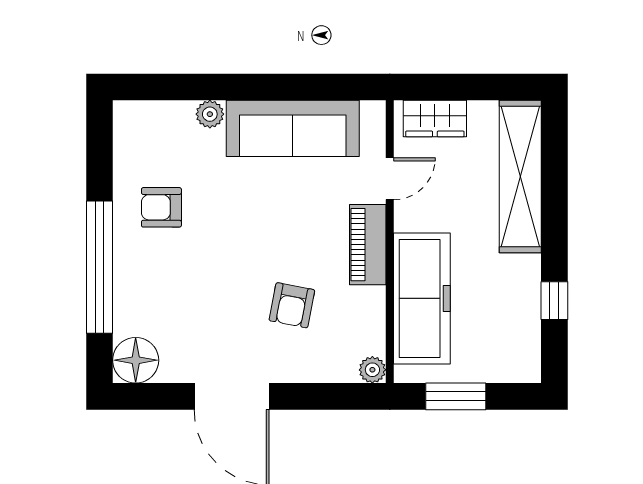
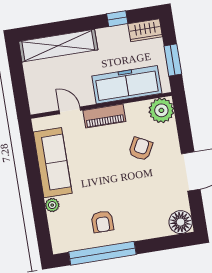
wardrobe: (435, 119) -> (145, 30), moved, turned 90
window: (100, 267) -> (102, 253), moved
armchair: (292, 305) -> (141, 149), turned -73
plant: (372, 370) -> (161, 110), width x1.87, depth x1.87

